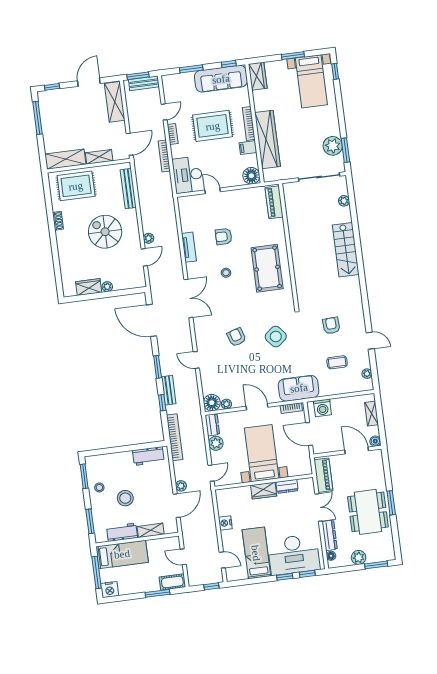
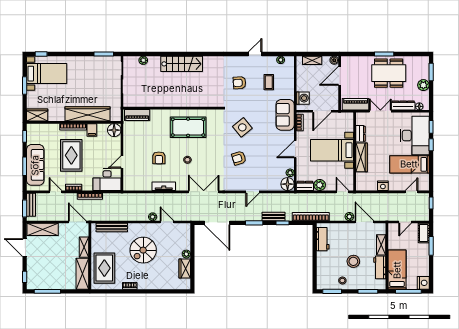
sofa: (221, 79) -> (35, 165), moved
plant: (333, 146) -> (99, 64), removed
door: (152, 320) -> (217, 223), hinge flipped
wardrobe: (264, 491) -> (361, 157), width x1.50

